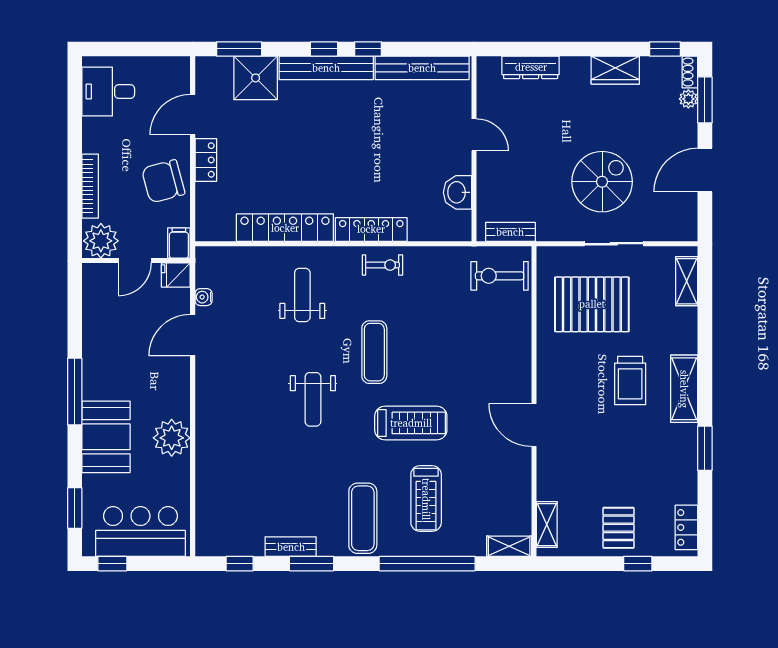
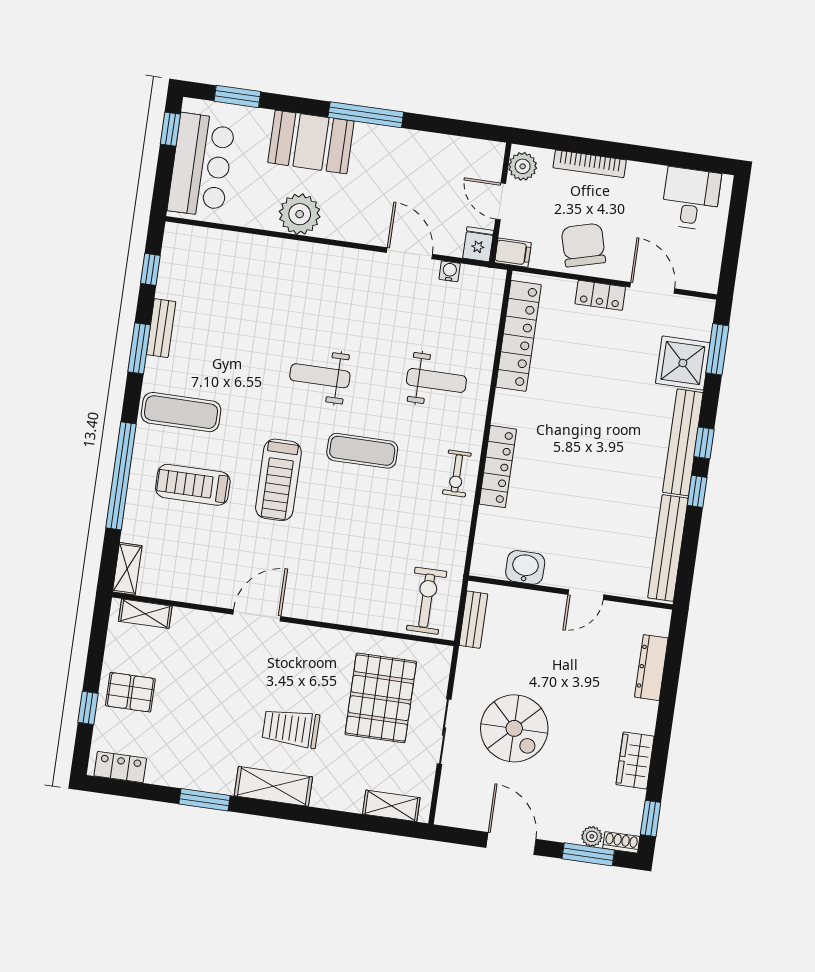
locker: (285, 228) -> (518, 336), moved
plant: (101, 241) -> (523, 166), width x0.73, depth x0.73

